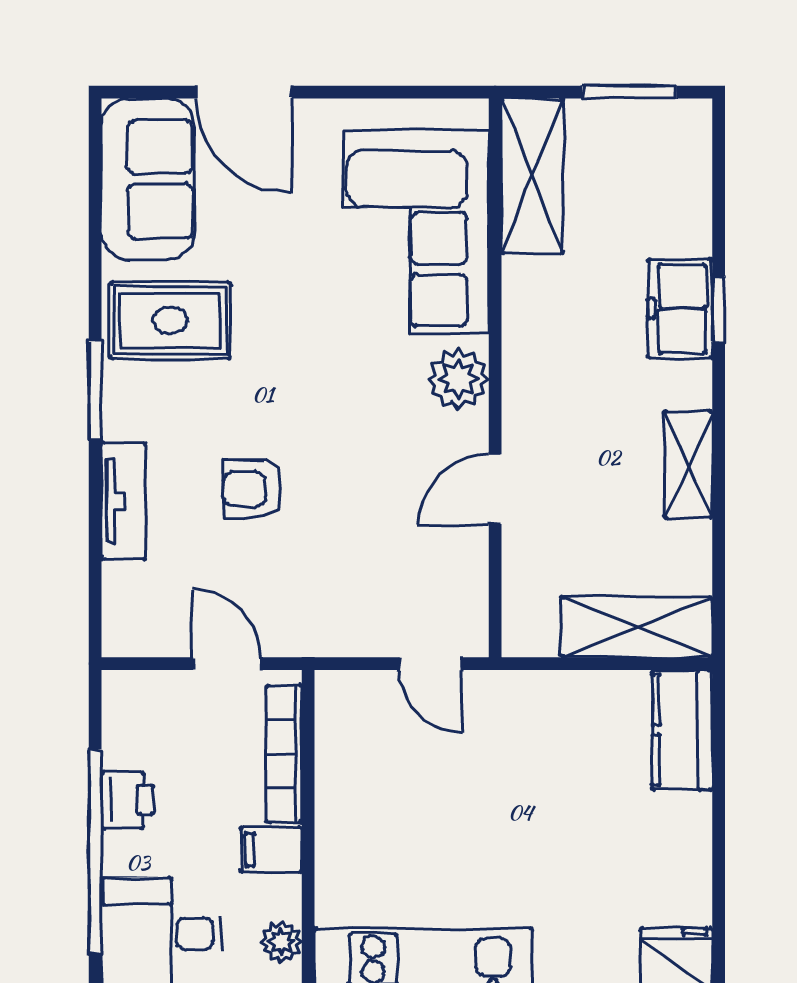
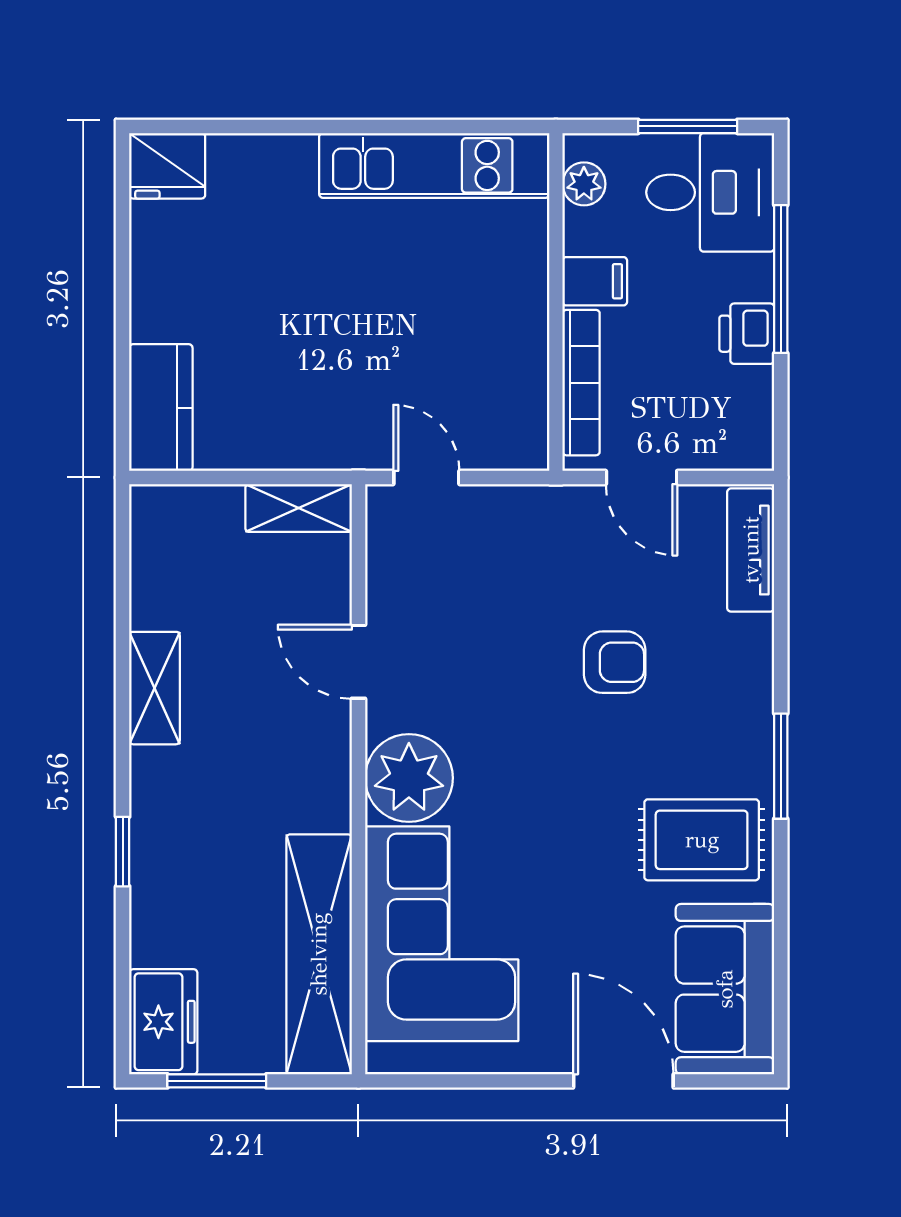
shelving: (532, 176) -> (319, 954), width x1.47
freezer: (680, 309) -> (163, 1022), moved
plant: (458, 379) -> (409, 778), width x1.36, depth x1.36
door: (495, 489) -> (358, 662), swing flipped
tv unit: (124, 501) -> (751, 550), moved
shelving: (637, 627) -> (299, 508), moved, width x0.67, depth x0.75
window: (95, 852) -> (781, 279), width x0.68

